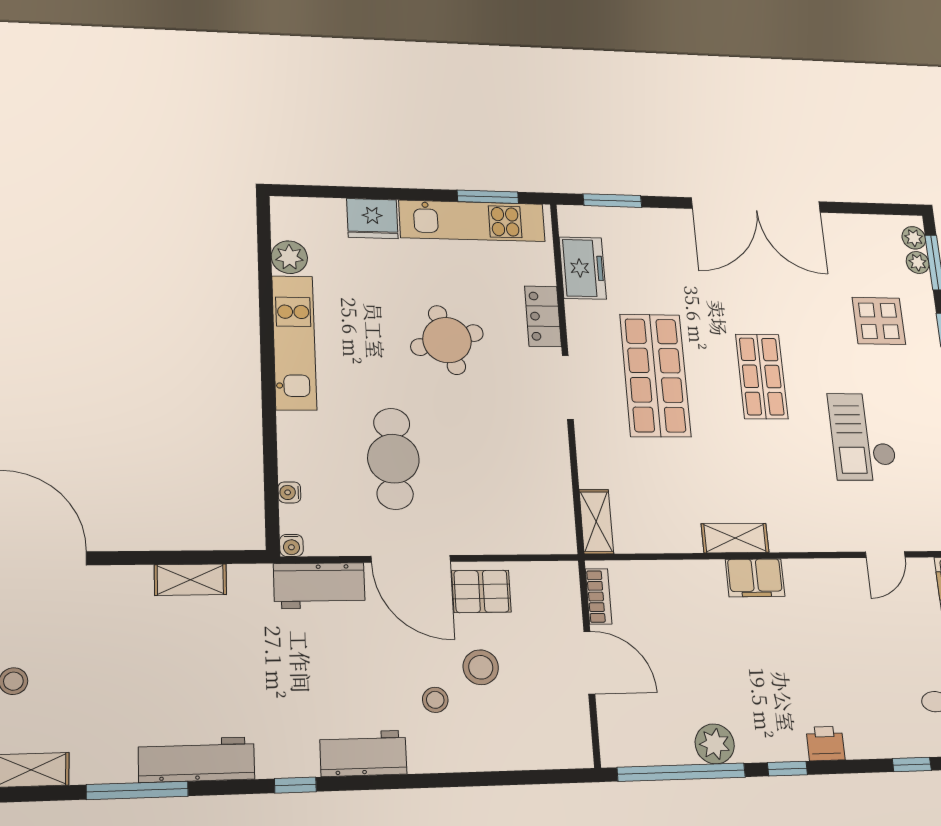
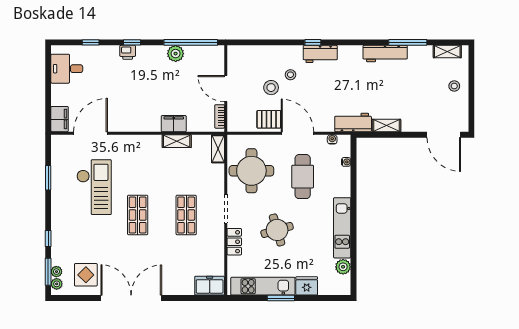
window: (488, 197) -> (281, 298), moved
window: (612, 201) -> (198, 298), removed
freezer: (583, 268) -> (210, 286), moved, turned 90
display table: (879, 321) -> (86, 275), moved
shop shelf: (655, 375) -> (186, 215), width x0.70, depth x0.74
checkout: (862, 437) -> (94, 187), width x1.36, depth x1.21
round table: (515, 472) -> (251, 171), added
shelving: (735, 538) -> (177, 141), moved
water cooler: (291, 545) -> (332, 139), moved
door: (885, 555) -> (90, 133), width x1.87
filing cabinet: (755, 578) -> (174, 124), moved
workbench: (319, 586) -> (353, 122), moved
window: (787, 769) -> (132, 42), moved
window: (295, 785) -> (313, 42), moved

